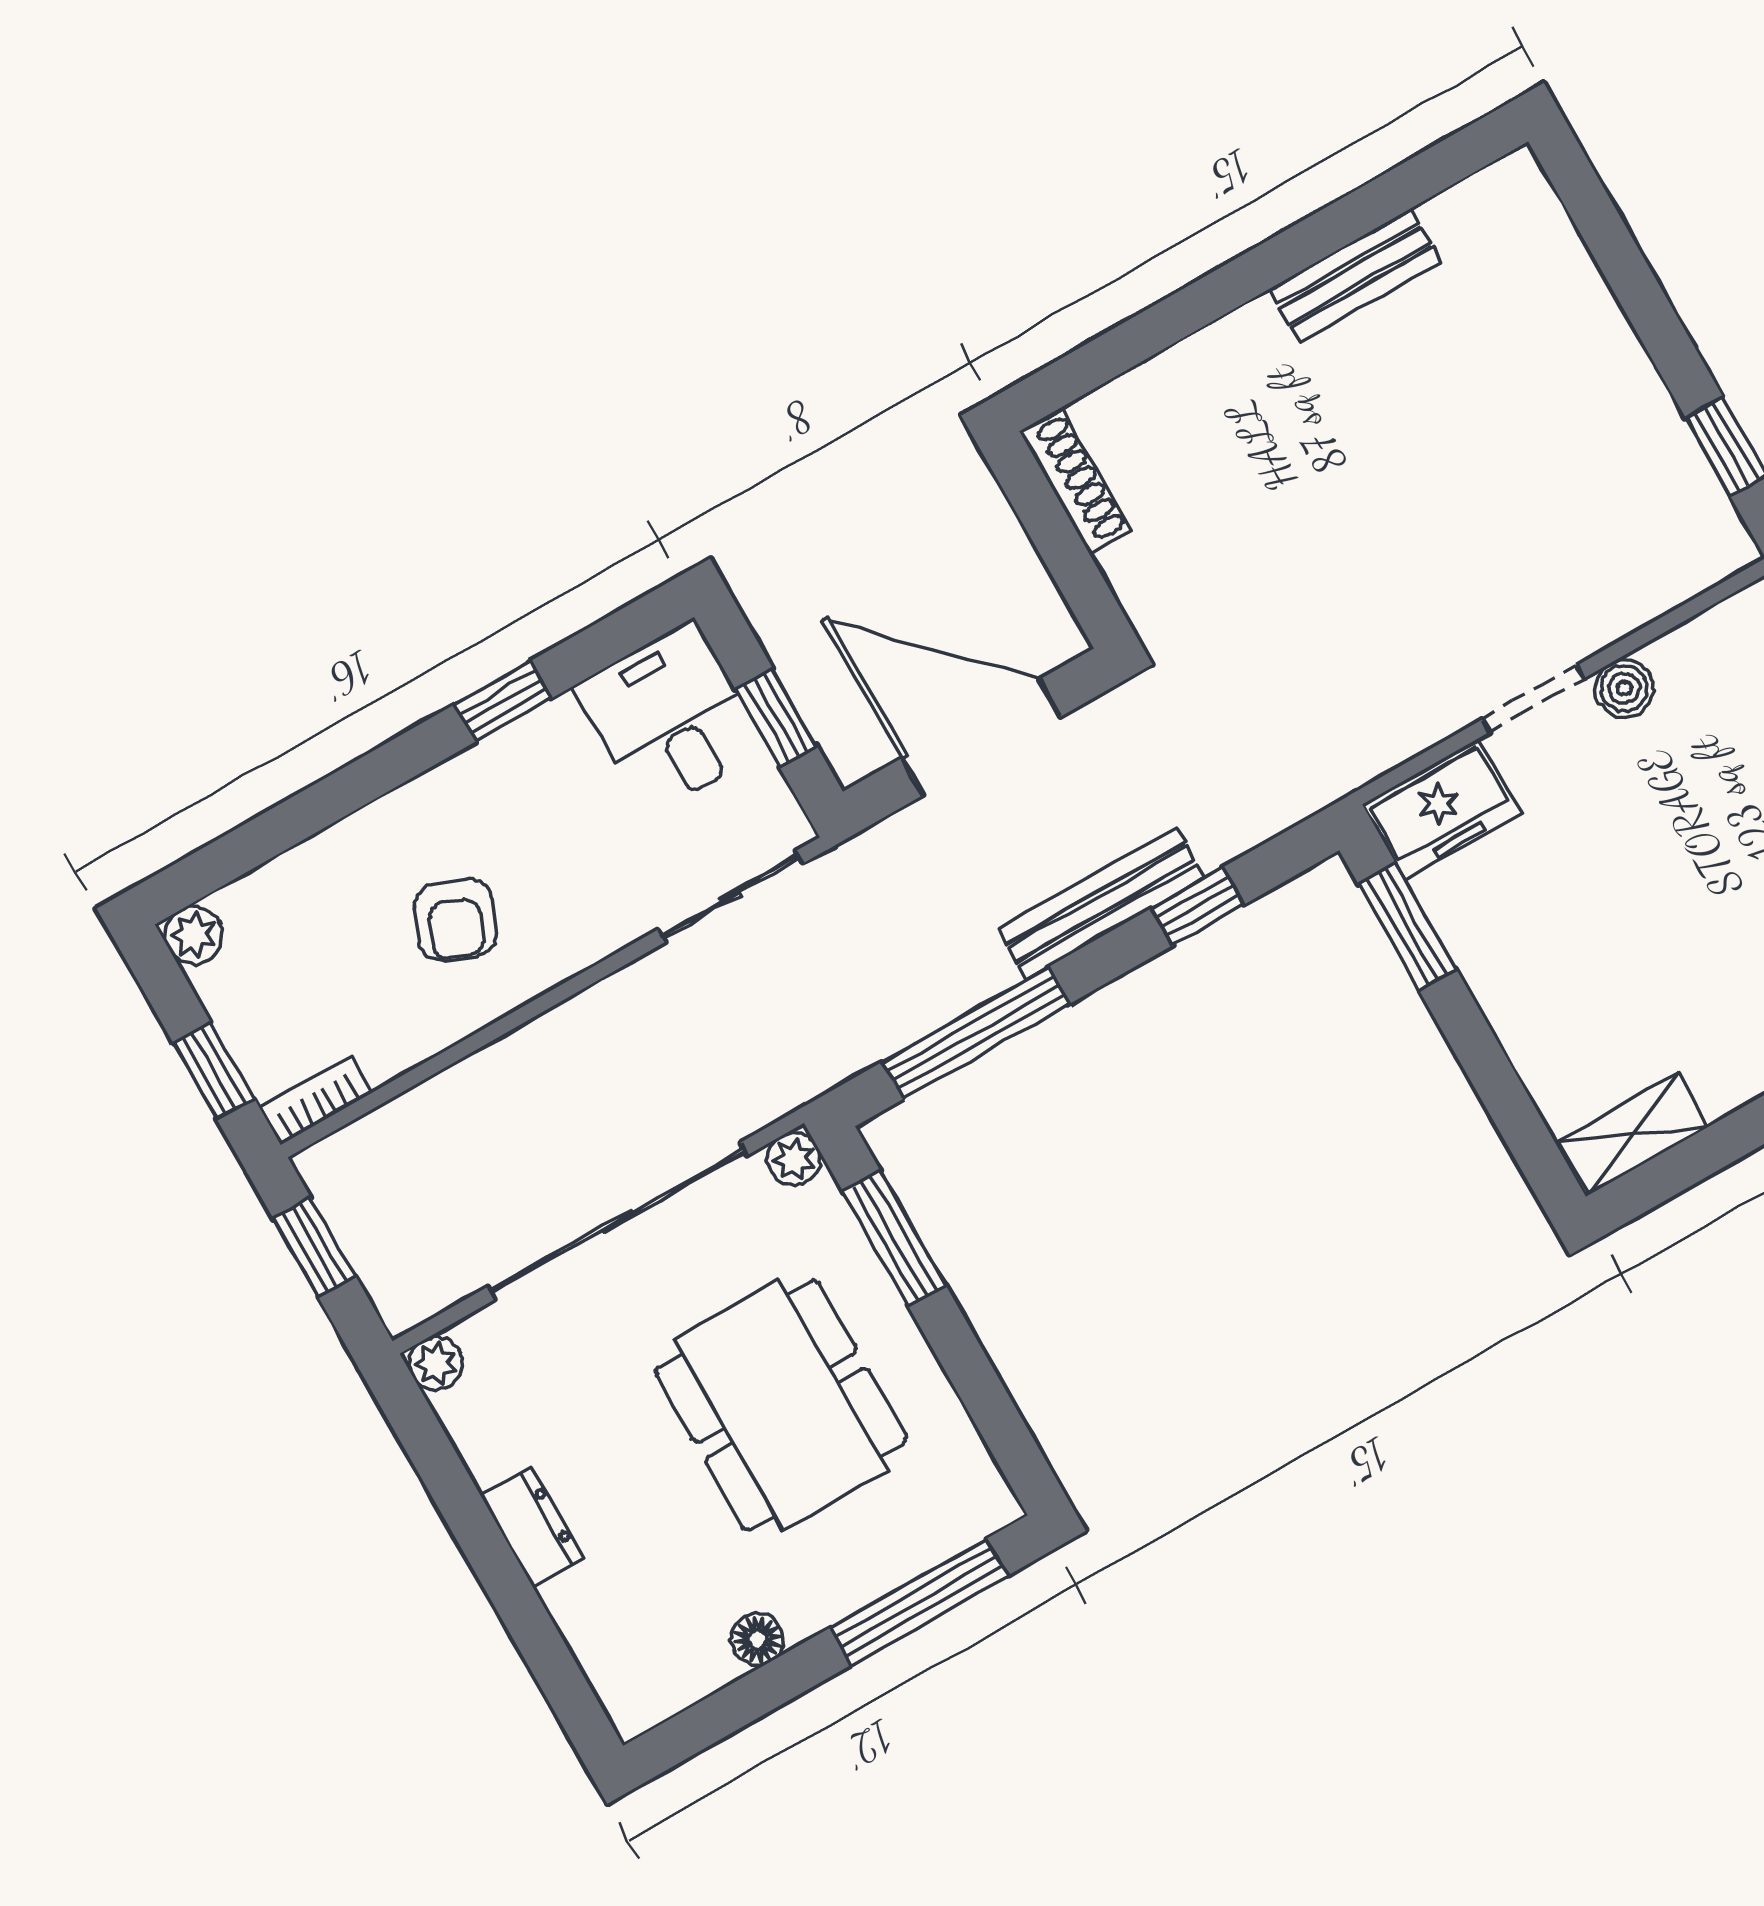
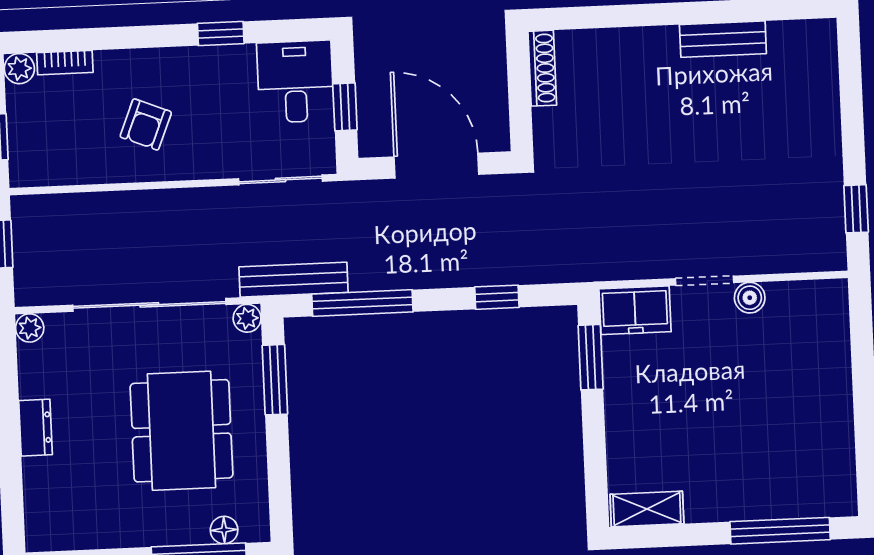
bench: (1101, 904) -> (294, 280), moved
bookcase: (316, 1101) -> (65, 63), moved, turned 180
floor lamp: (758, 1639) -> (224, 530), moved

